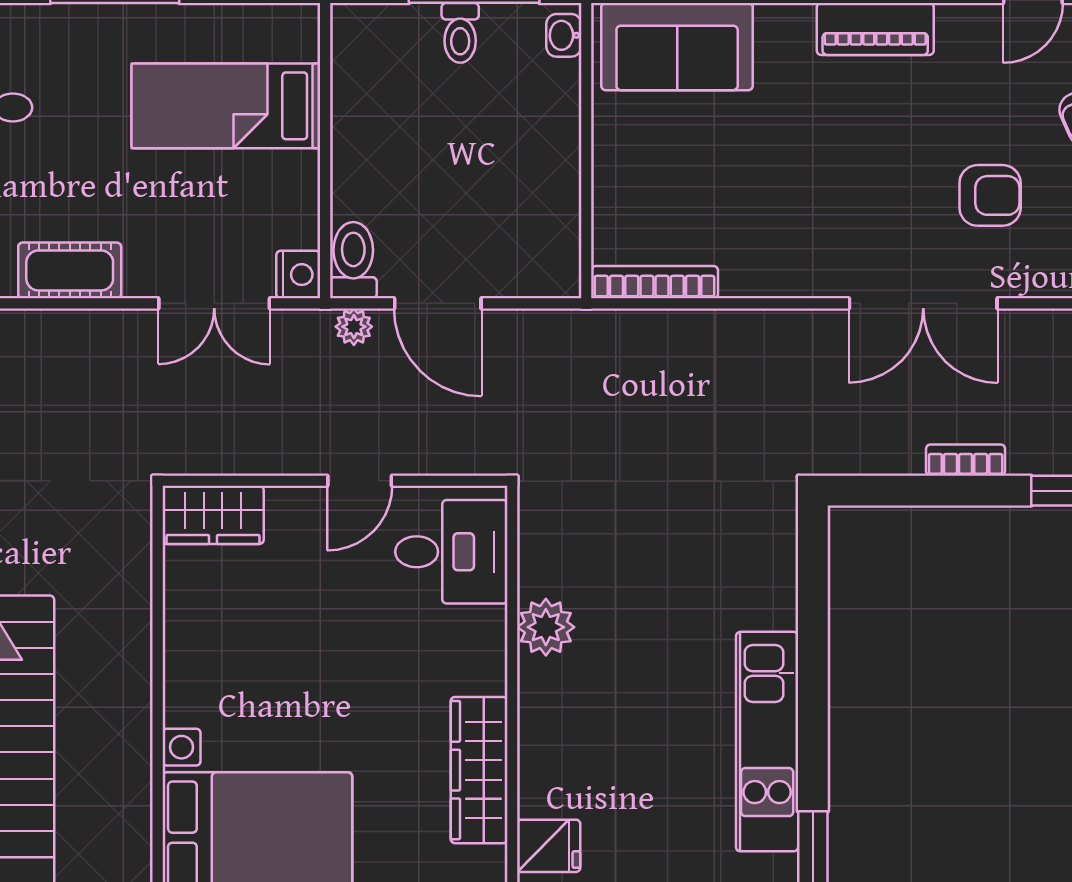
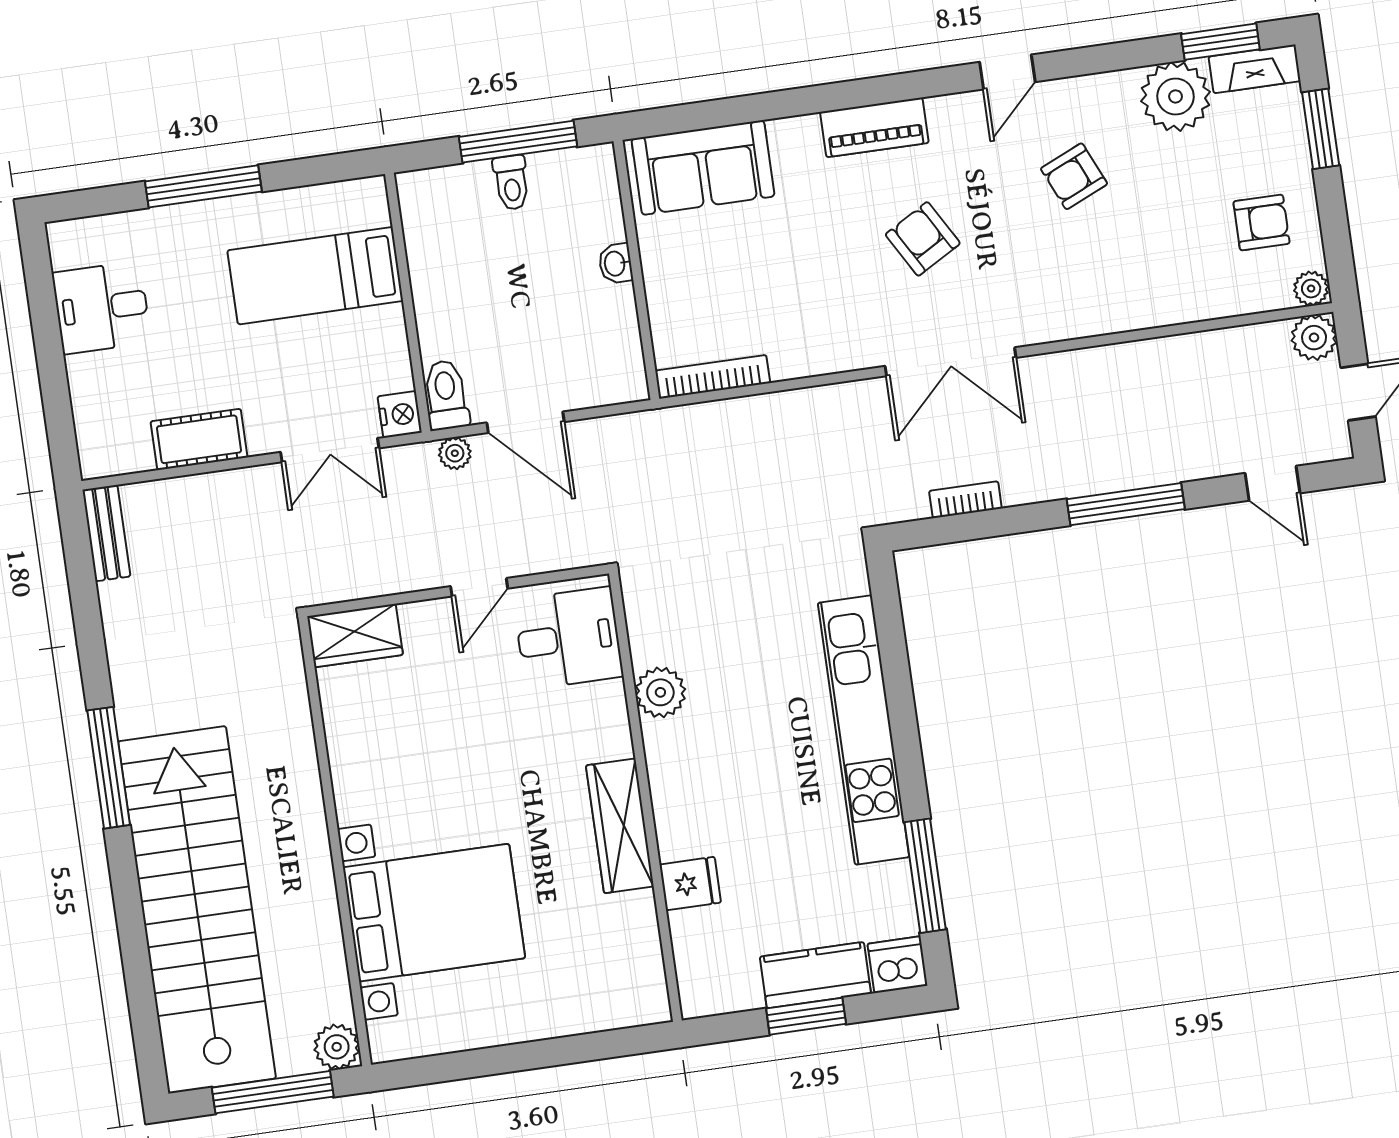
washbasin: (564, 35) -> (616, 263), moved
armchair: (990, 195) -> (923, 239), moved, turned -120
bookcase: (966, 460) -> (965, 500), moved
kitchen unit: (767, 742) -> (864, 730), width x1.36

